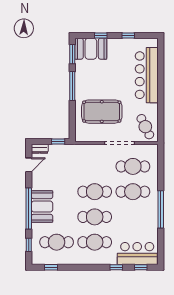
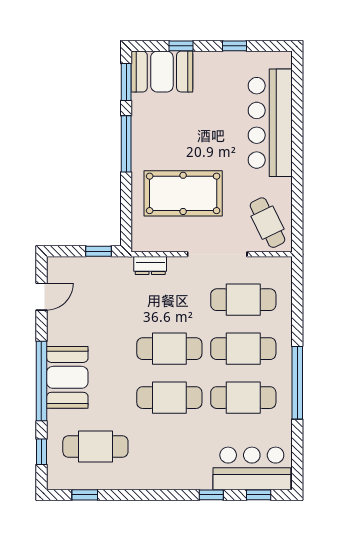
dresser: (40, 149) -> (150, 265), moved
cafe table: (95, 242) -> (243, 398), moved

